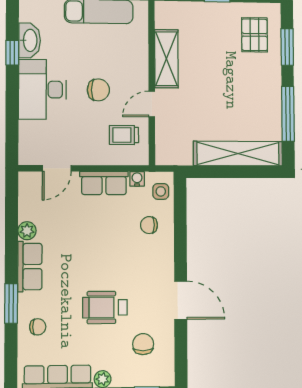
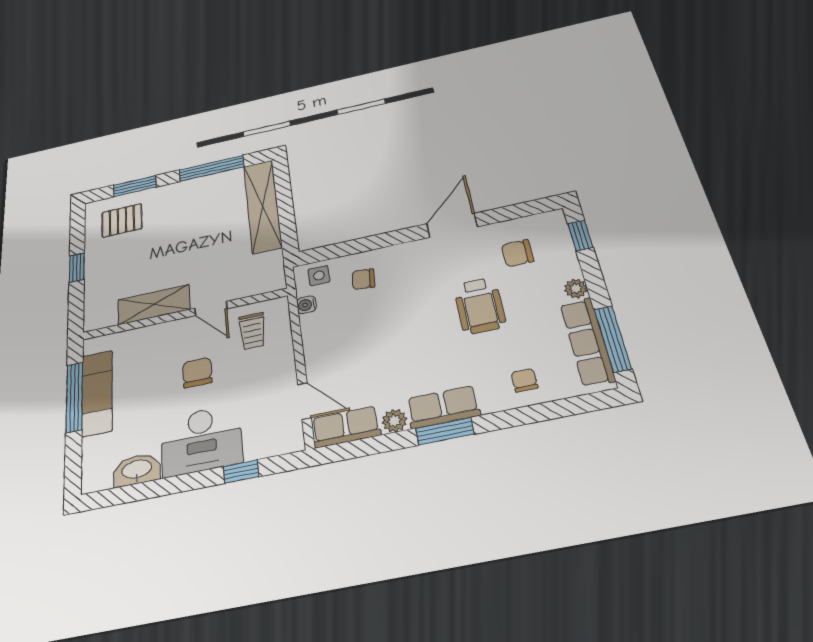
window: (12, 53) -> (241, 472), moved
row of seats: (104, 183) -> (346, 427), moved, turned -90
chair: (149, 225) -> (363, 279), turned 96
window: (11, 303) -> (445, 431), moved

